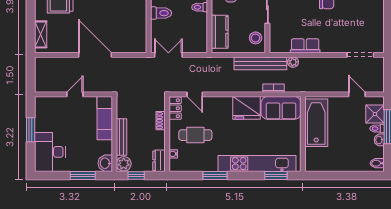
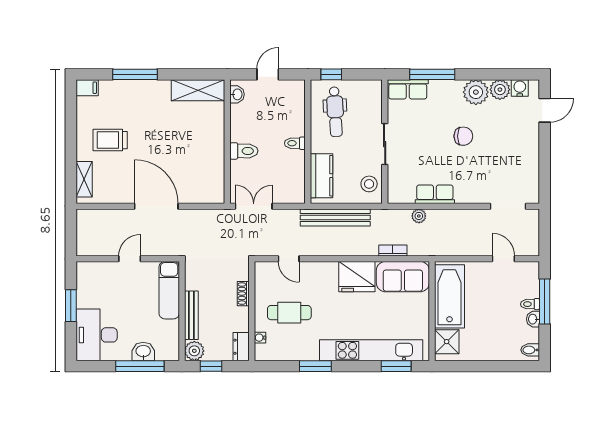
bench: (260, 63) -> (335, 218), moved
locker: (175, 108) -> (262, 277), removed
shower: (375, 114) -> (447, 342), moved
washbasin: (105, 163) -> (143, 352), moved, turned 90
window: (83, 175) -> (140, 366), width x1.44

